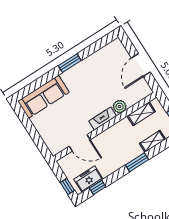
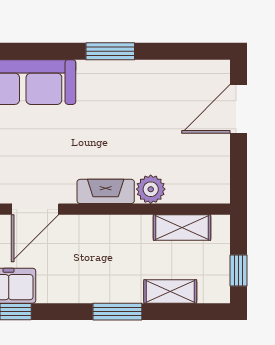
door: (141, 65) -> (239, 109), moved
door: (80, 143) -> (35, 209), hinge flipped

